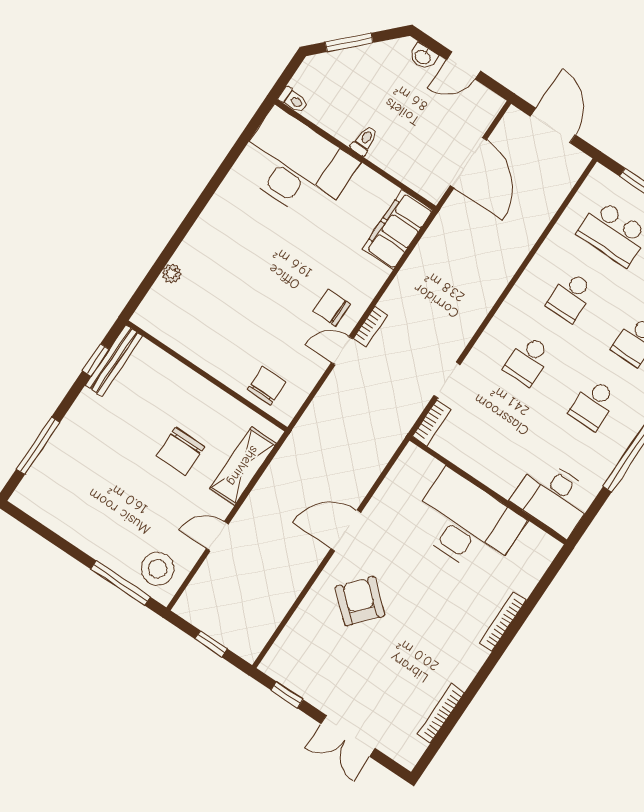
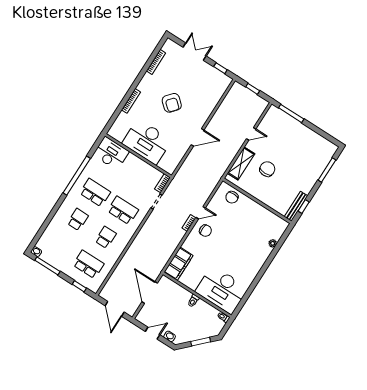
school desk: (528, 361) -> (123, 210), width x1.85
school desk: (593, 405) -> (95, 193), width x1.85
stool: (158, 569) -> (276, 120), removed
armchair: (360, 601) -> (172, 103), moved

